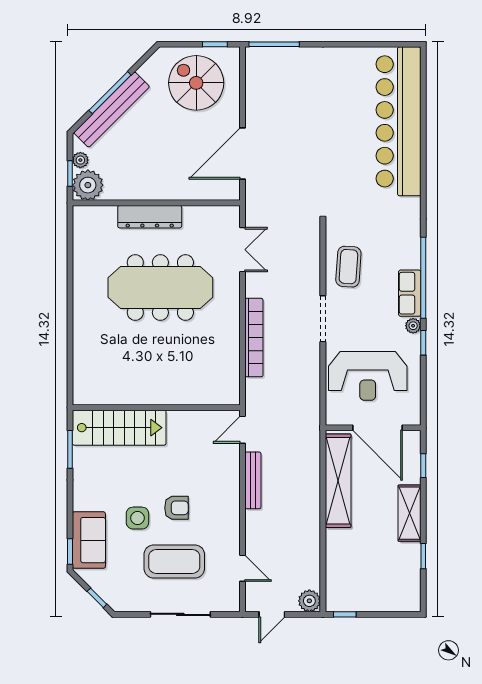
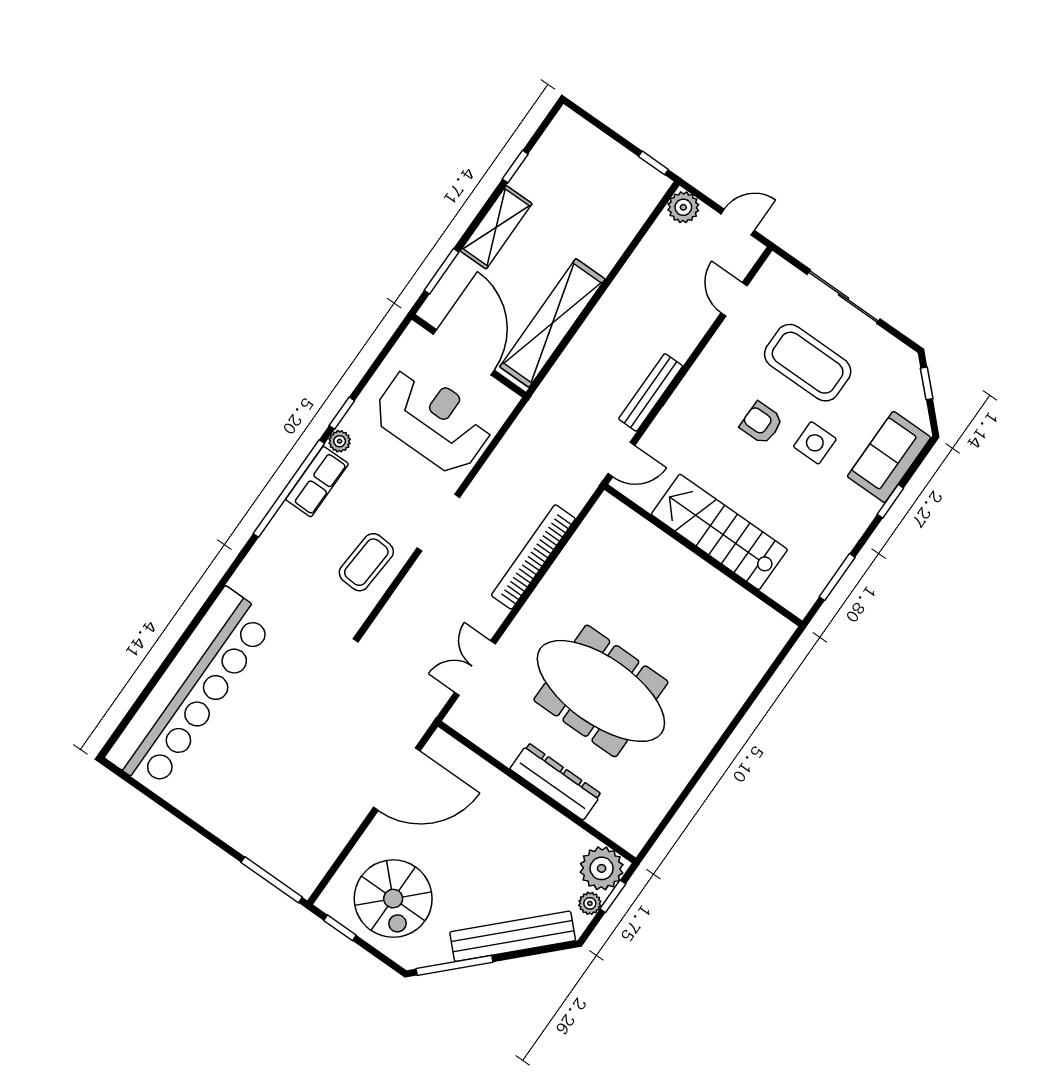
window: (110, 93) -> (455, 965), moved
stairs: (119, 428) -> (719, 532), moved
window: (423, 466) -> (442, 271), width x1.50
window: (70, 552) -> (890, 501), moved

